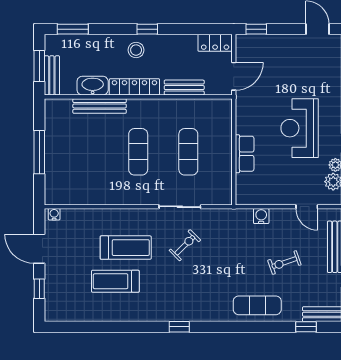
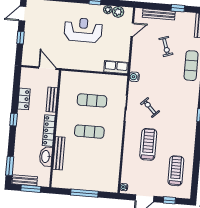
window: (256, 29) -> (20, 38), moved
locker: (215, 43) -> (24, 99), moved
stool: (136, 50) -> (26, 128), removed
bench: (52, 75) -> (25, 180), moved
reception desk: (300, 128) -> (83, 30), turned 180
row of seats: (245, 154) -> (116, 67), moved
water cooler: (261, 216) -> (134, 77), moved
treadmill: (115, 281) -> (176, 171), moved, turned 180

